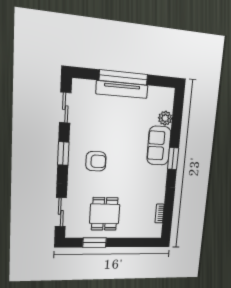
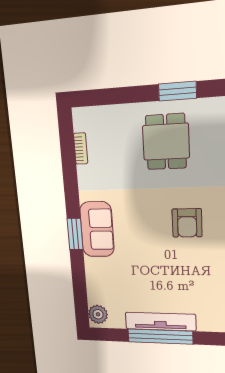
plant: (165, 118) -> (98, 314), moved
sofa: (159, 146) -> (97, 229), moved
armchair: (96, 161) -> (187, 223), turned -90

